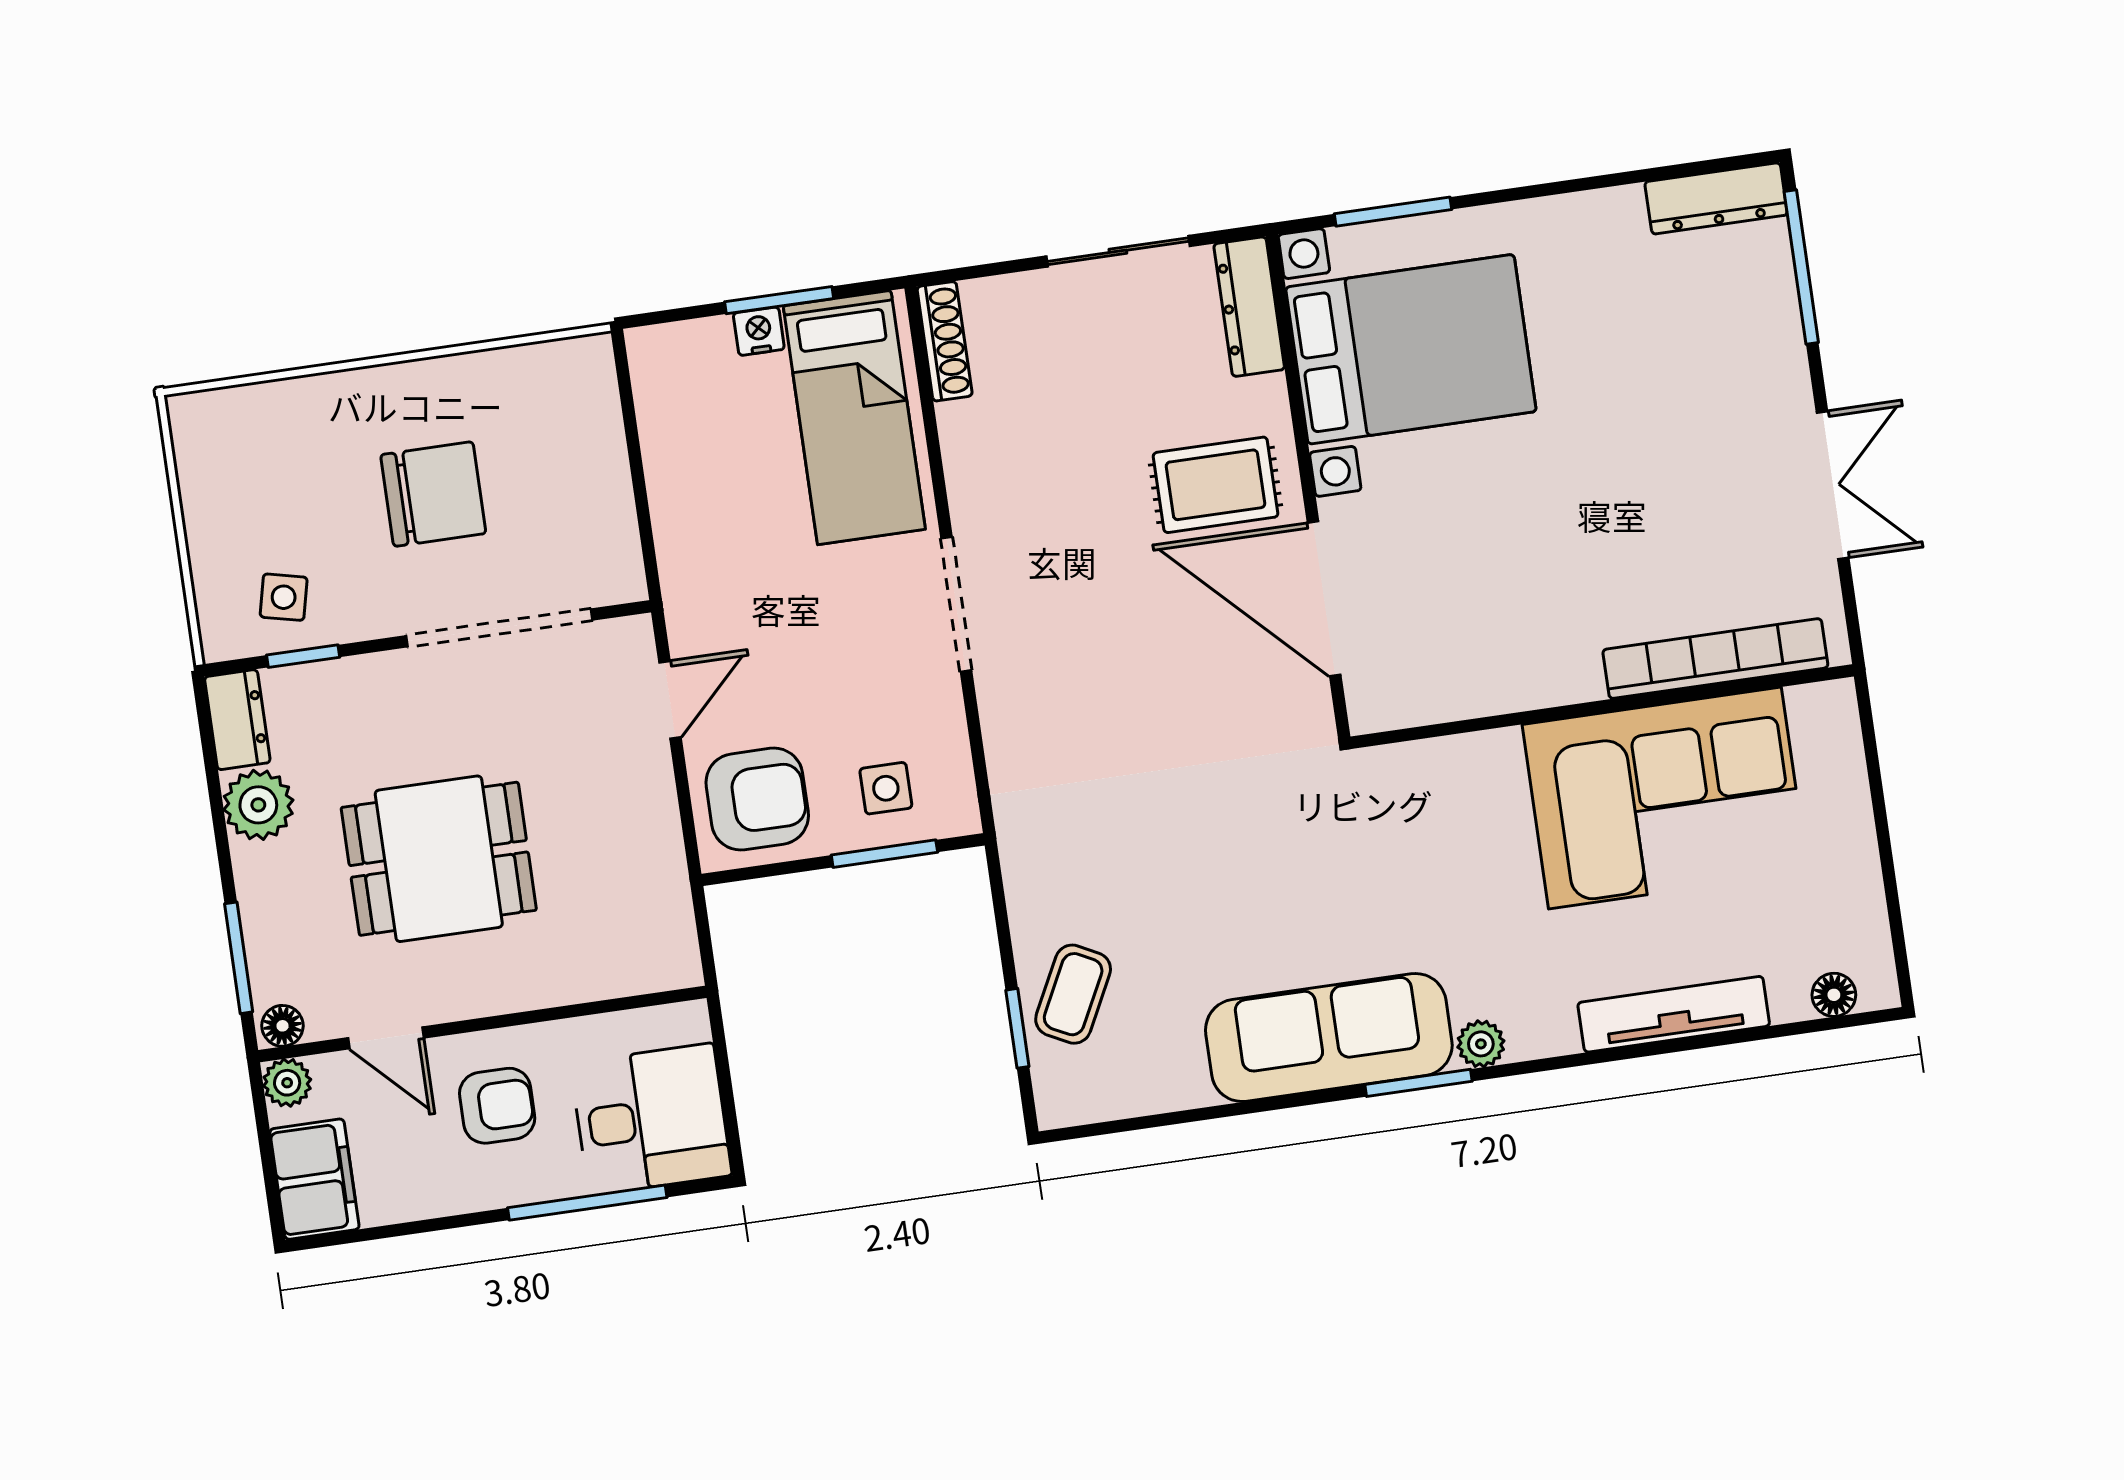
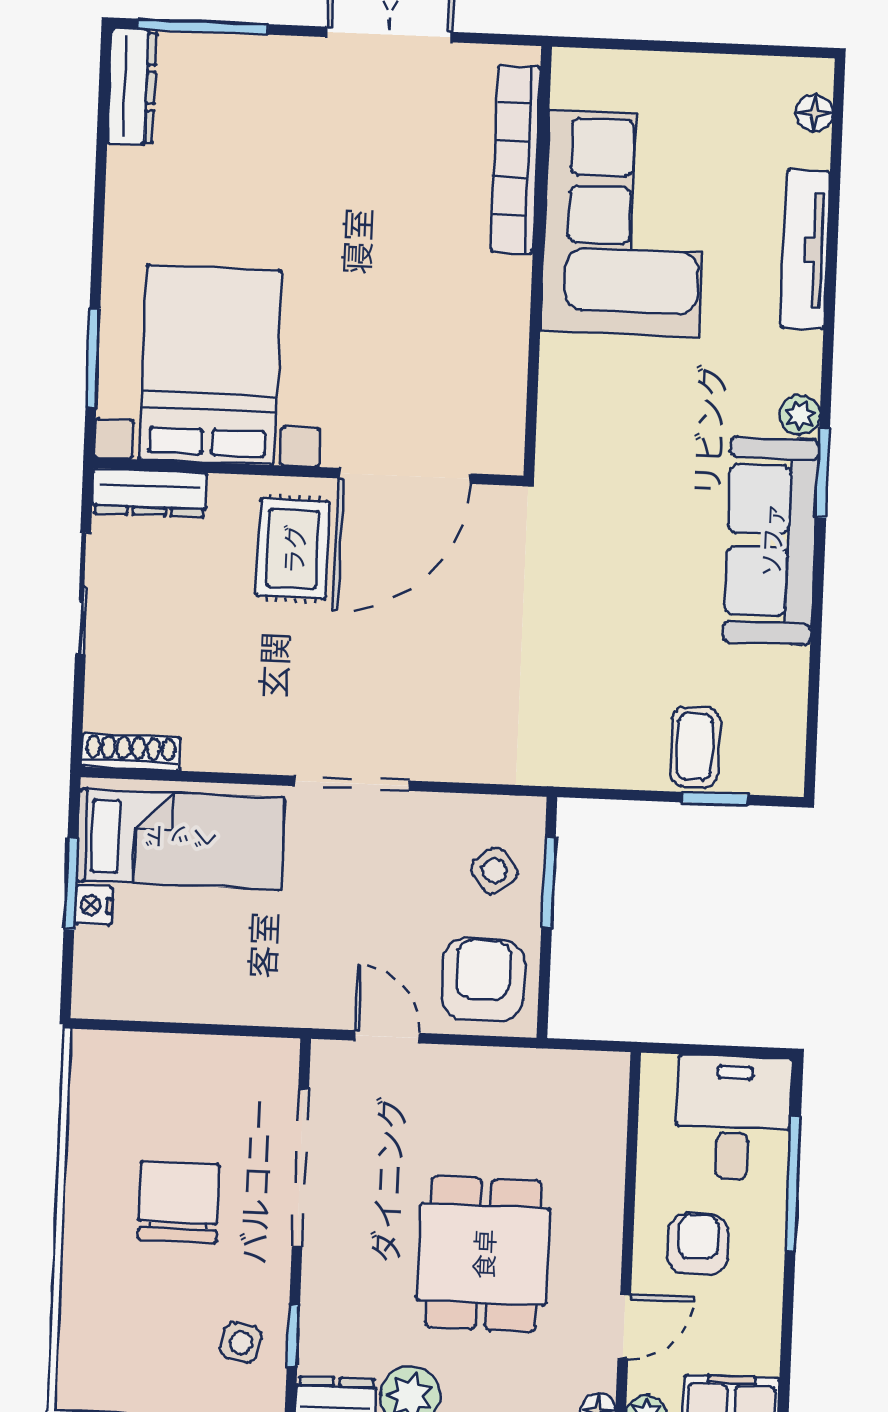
side table: (886, 788) -> (494, 871), turned -38
coffee table: (1073, 994) -> (695, 747), turned 63

